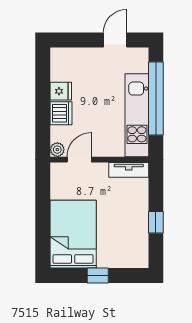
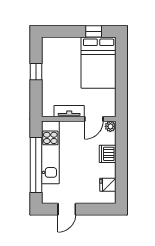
fridge: (61, 91) -> (108, 185), moved
tv unit: (129, 170) -> (69, 111), moved
window: (98, 275) -> (94, 31), moved

